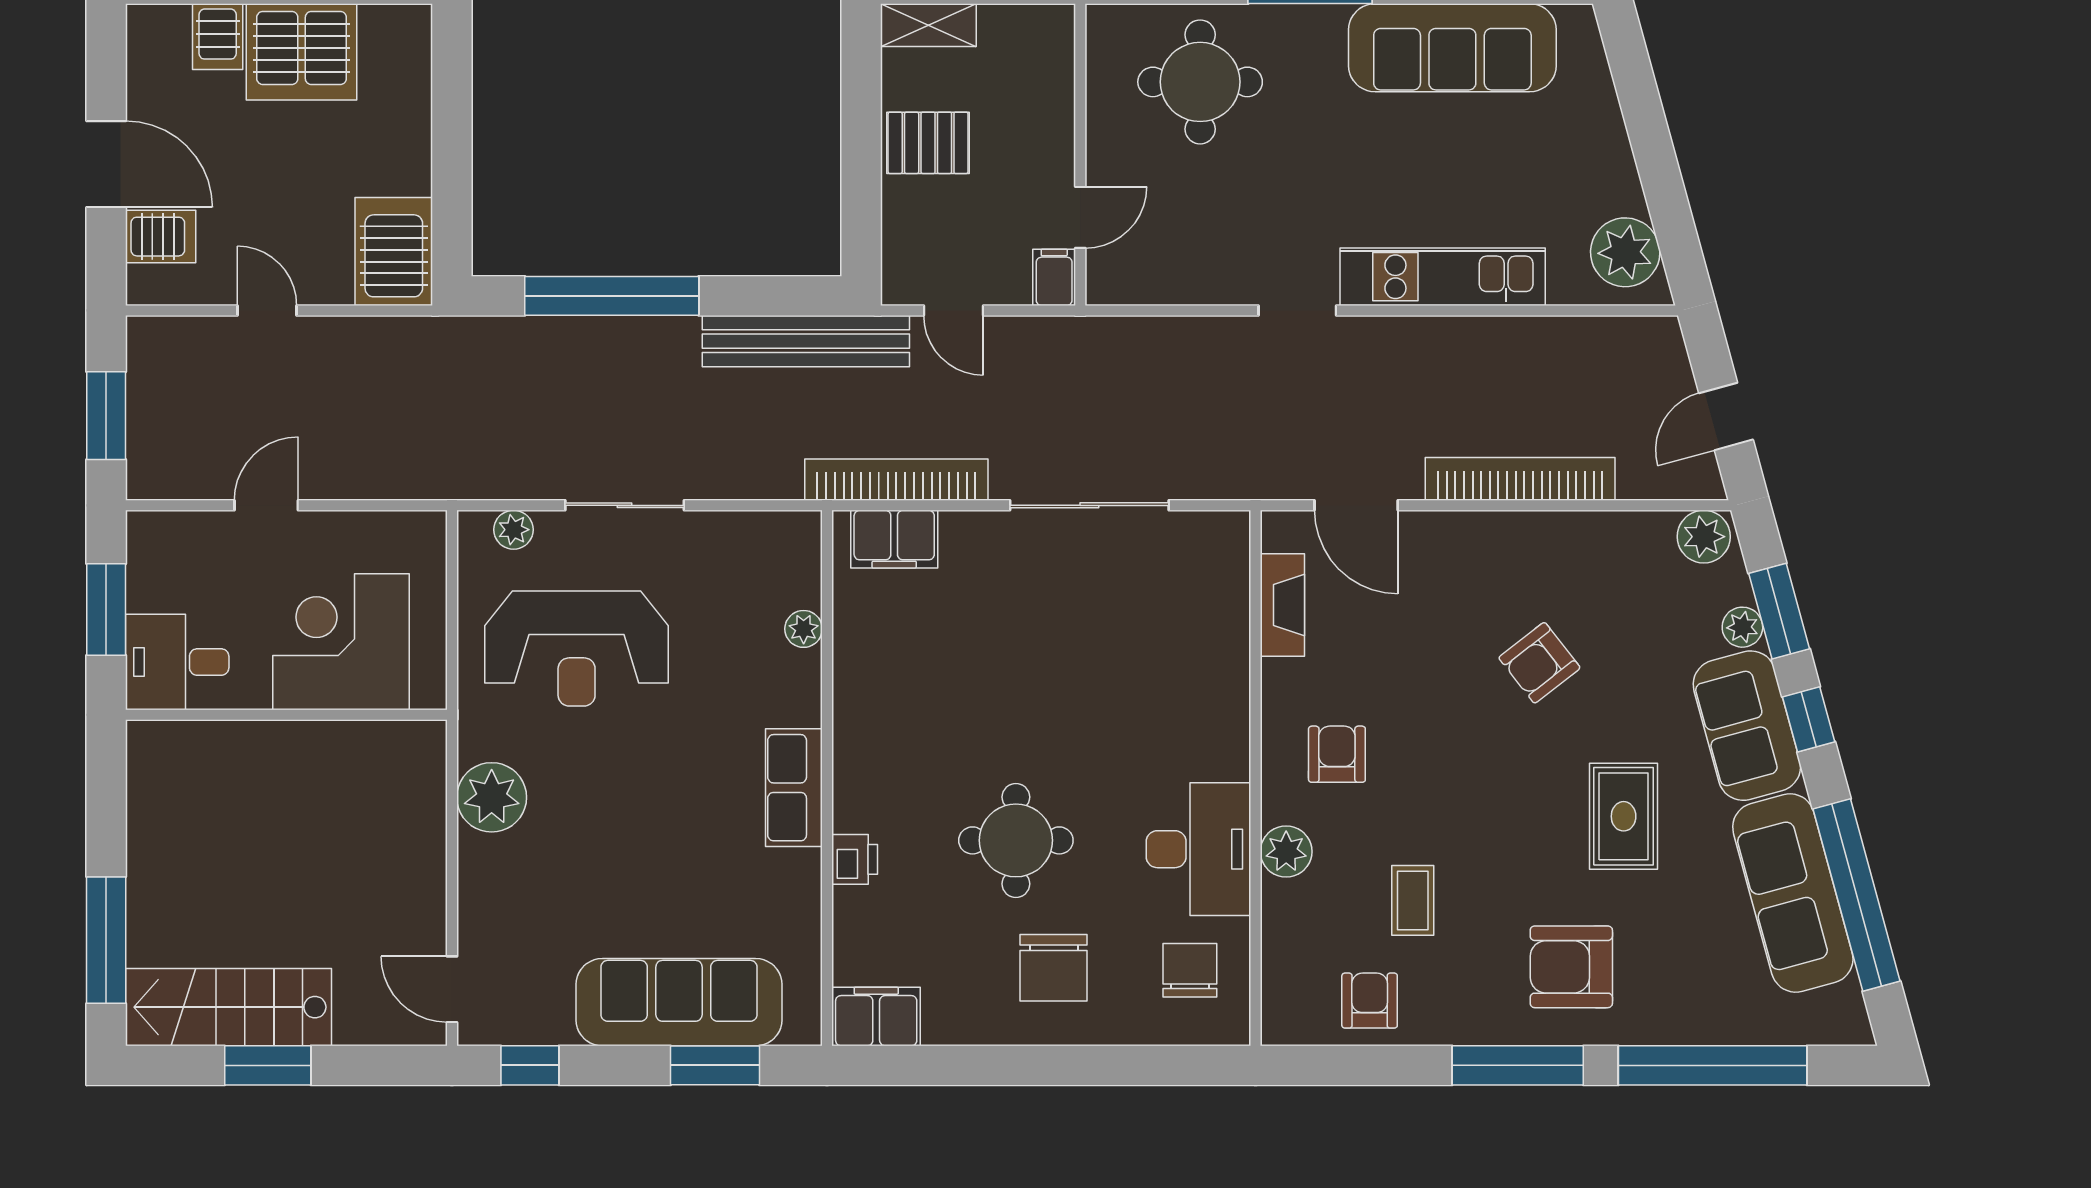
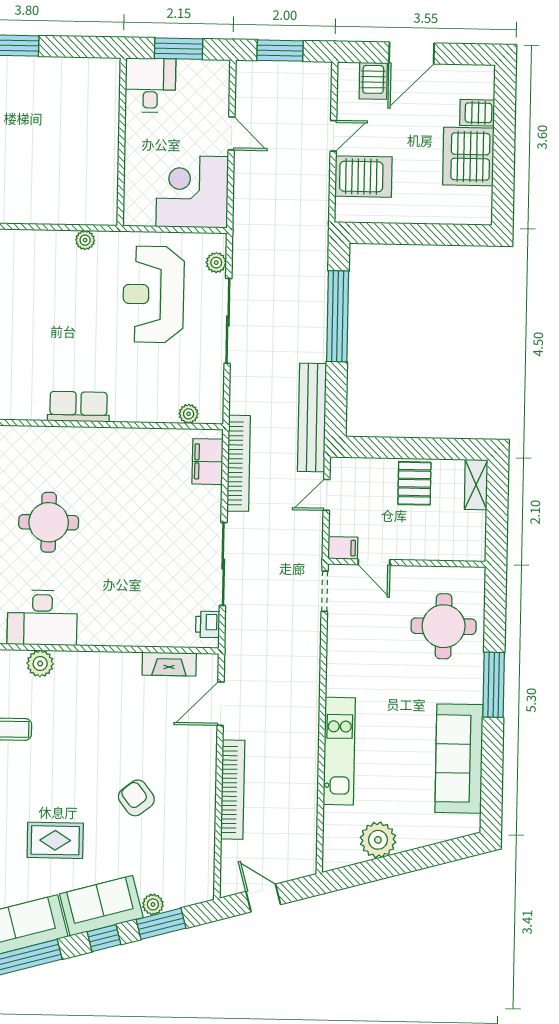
server rack: (394, 251) -> (363, 177), moved
plant: (1625, 252) -> (378, 840), moved
doorway: (1297, 310) -> (325, 591), moved
sliding door: (625, 505) -> (228, 321), width x1.37
plant: (1704, 537) -> (201, 885), removed
plant: (804, 629) -> (189, 414), moved
corner desk: (341, 642) -> (192, 192), moved, turned -90
armchair: (1337, 754) -> (91, 691), removed
plant: (492, 797) -> (85, 240), width x0.53, depth x0.53
printer: (855, 859) -> (208, 624), moved, turned 90

